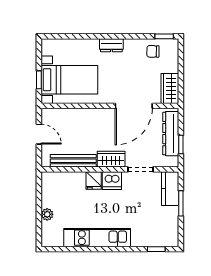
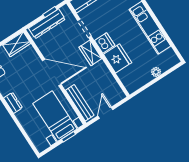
door: (134, 106) -> (52, 72), moved
bench: (73, 161) -> (80, 103), moved
fridge: (94, 180) -> (118, 58), width x1.88, depth x1.34

